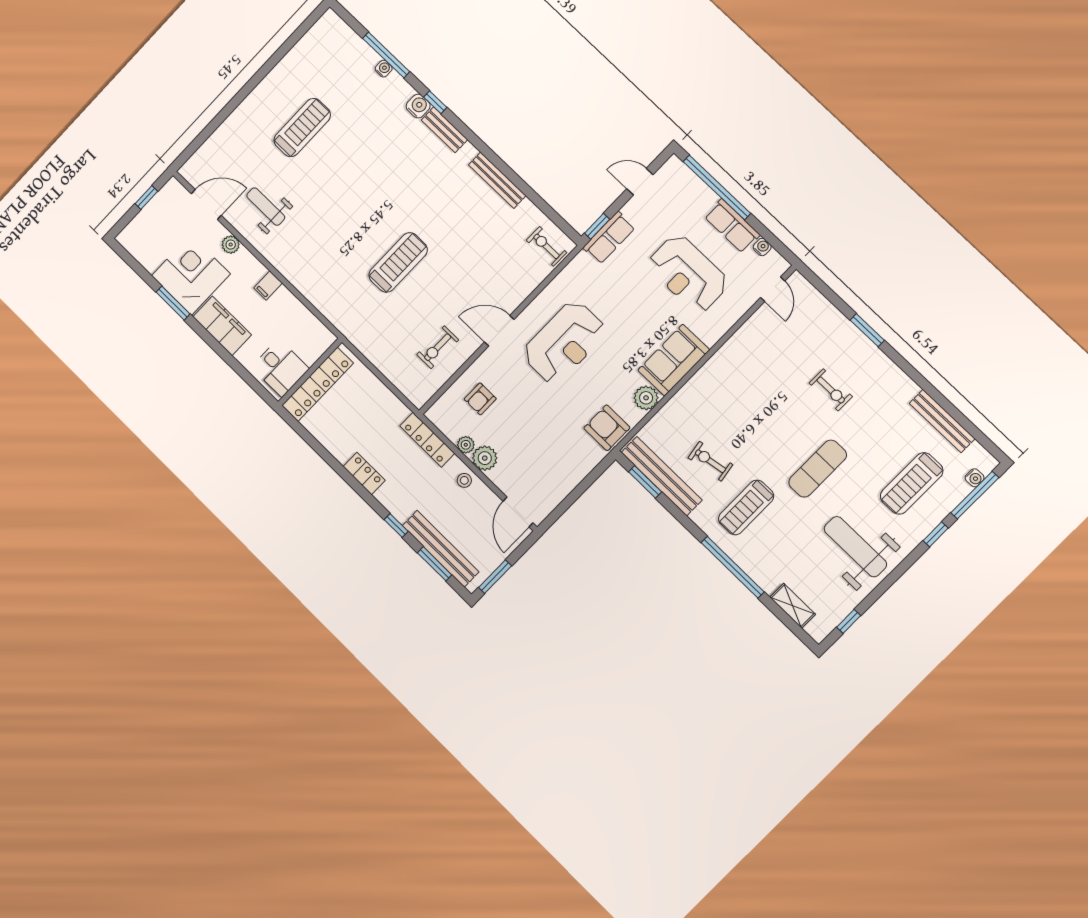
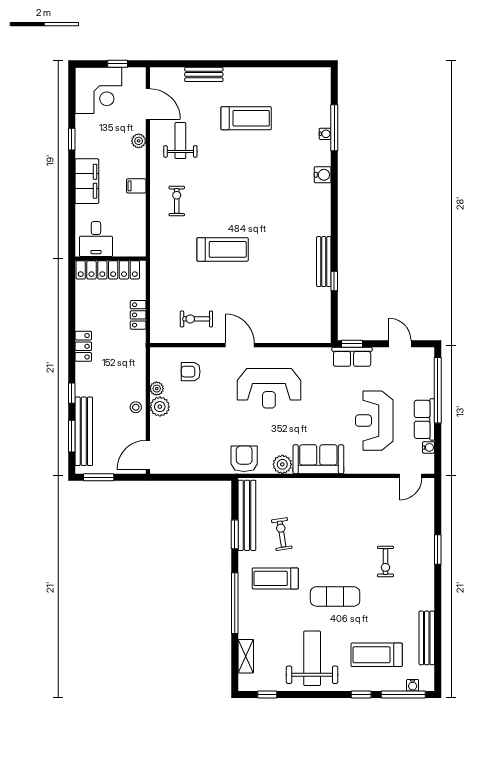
window: (435, 102) -> (334, 281), moved
bench: (444, 130) -> (204, 74), moved, turned 90
exercise bike: (547, 246) -> (177, 201), moved
corner desk: (191, 275) -> (98, 90), moved, turned 90
window: (173, 303) -> (72, 139), width x0.67
locker: (427, 440) -> (138, 315), moved, width x0.66
window: (645, 482) -> (235, 534), moved

